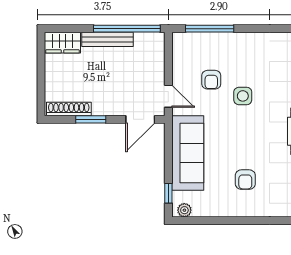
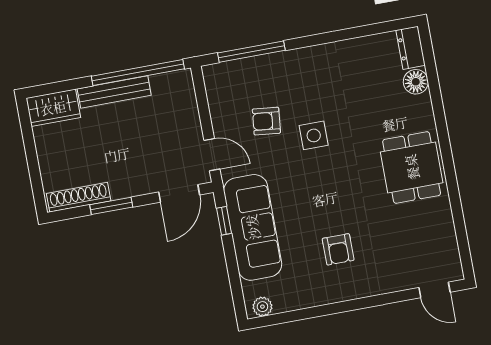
armchair: (211, 80) -> (266, 121), turned 96
window: (168, 193) -> (224, 221), moved

